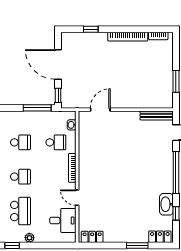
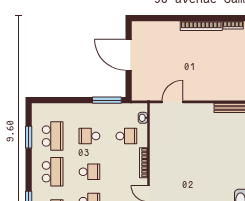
window: (91, 29) -> (163, 18), removed
window: (58, 95) -> (129, 87), removed
school desk: (20, 142) -> (89, 136), turned 180

